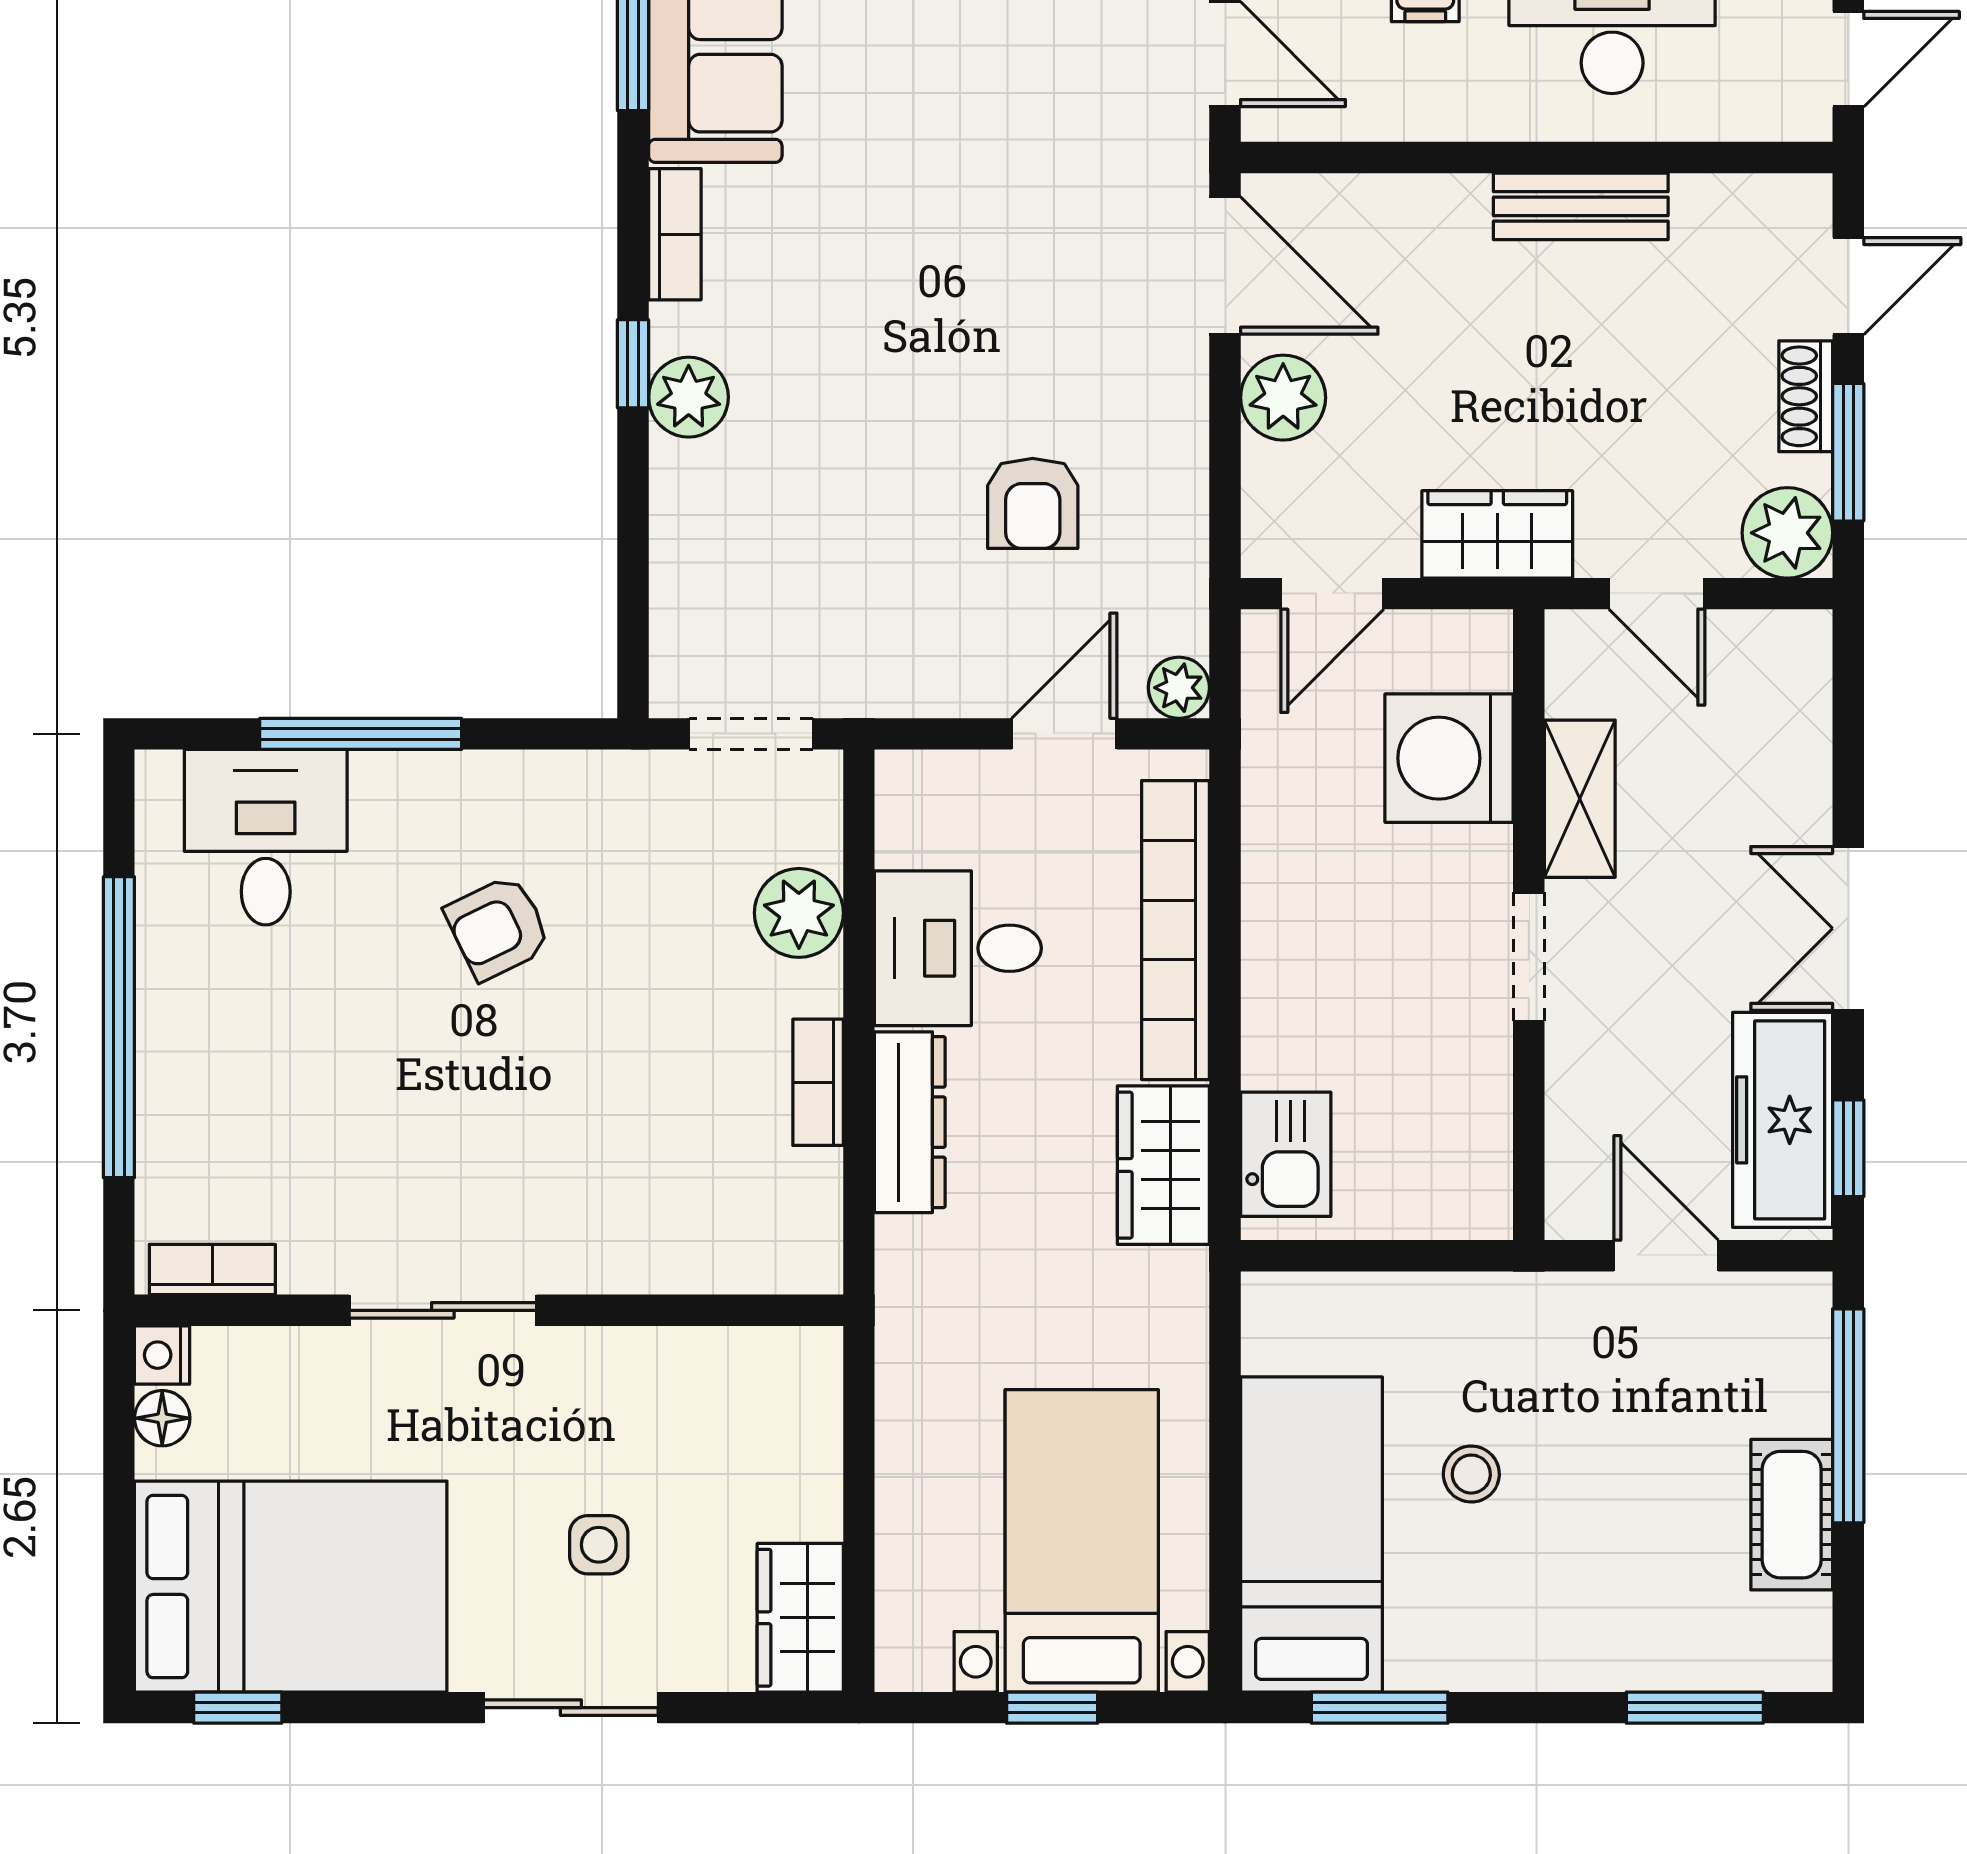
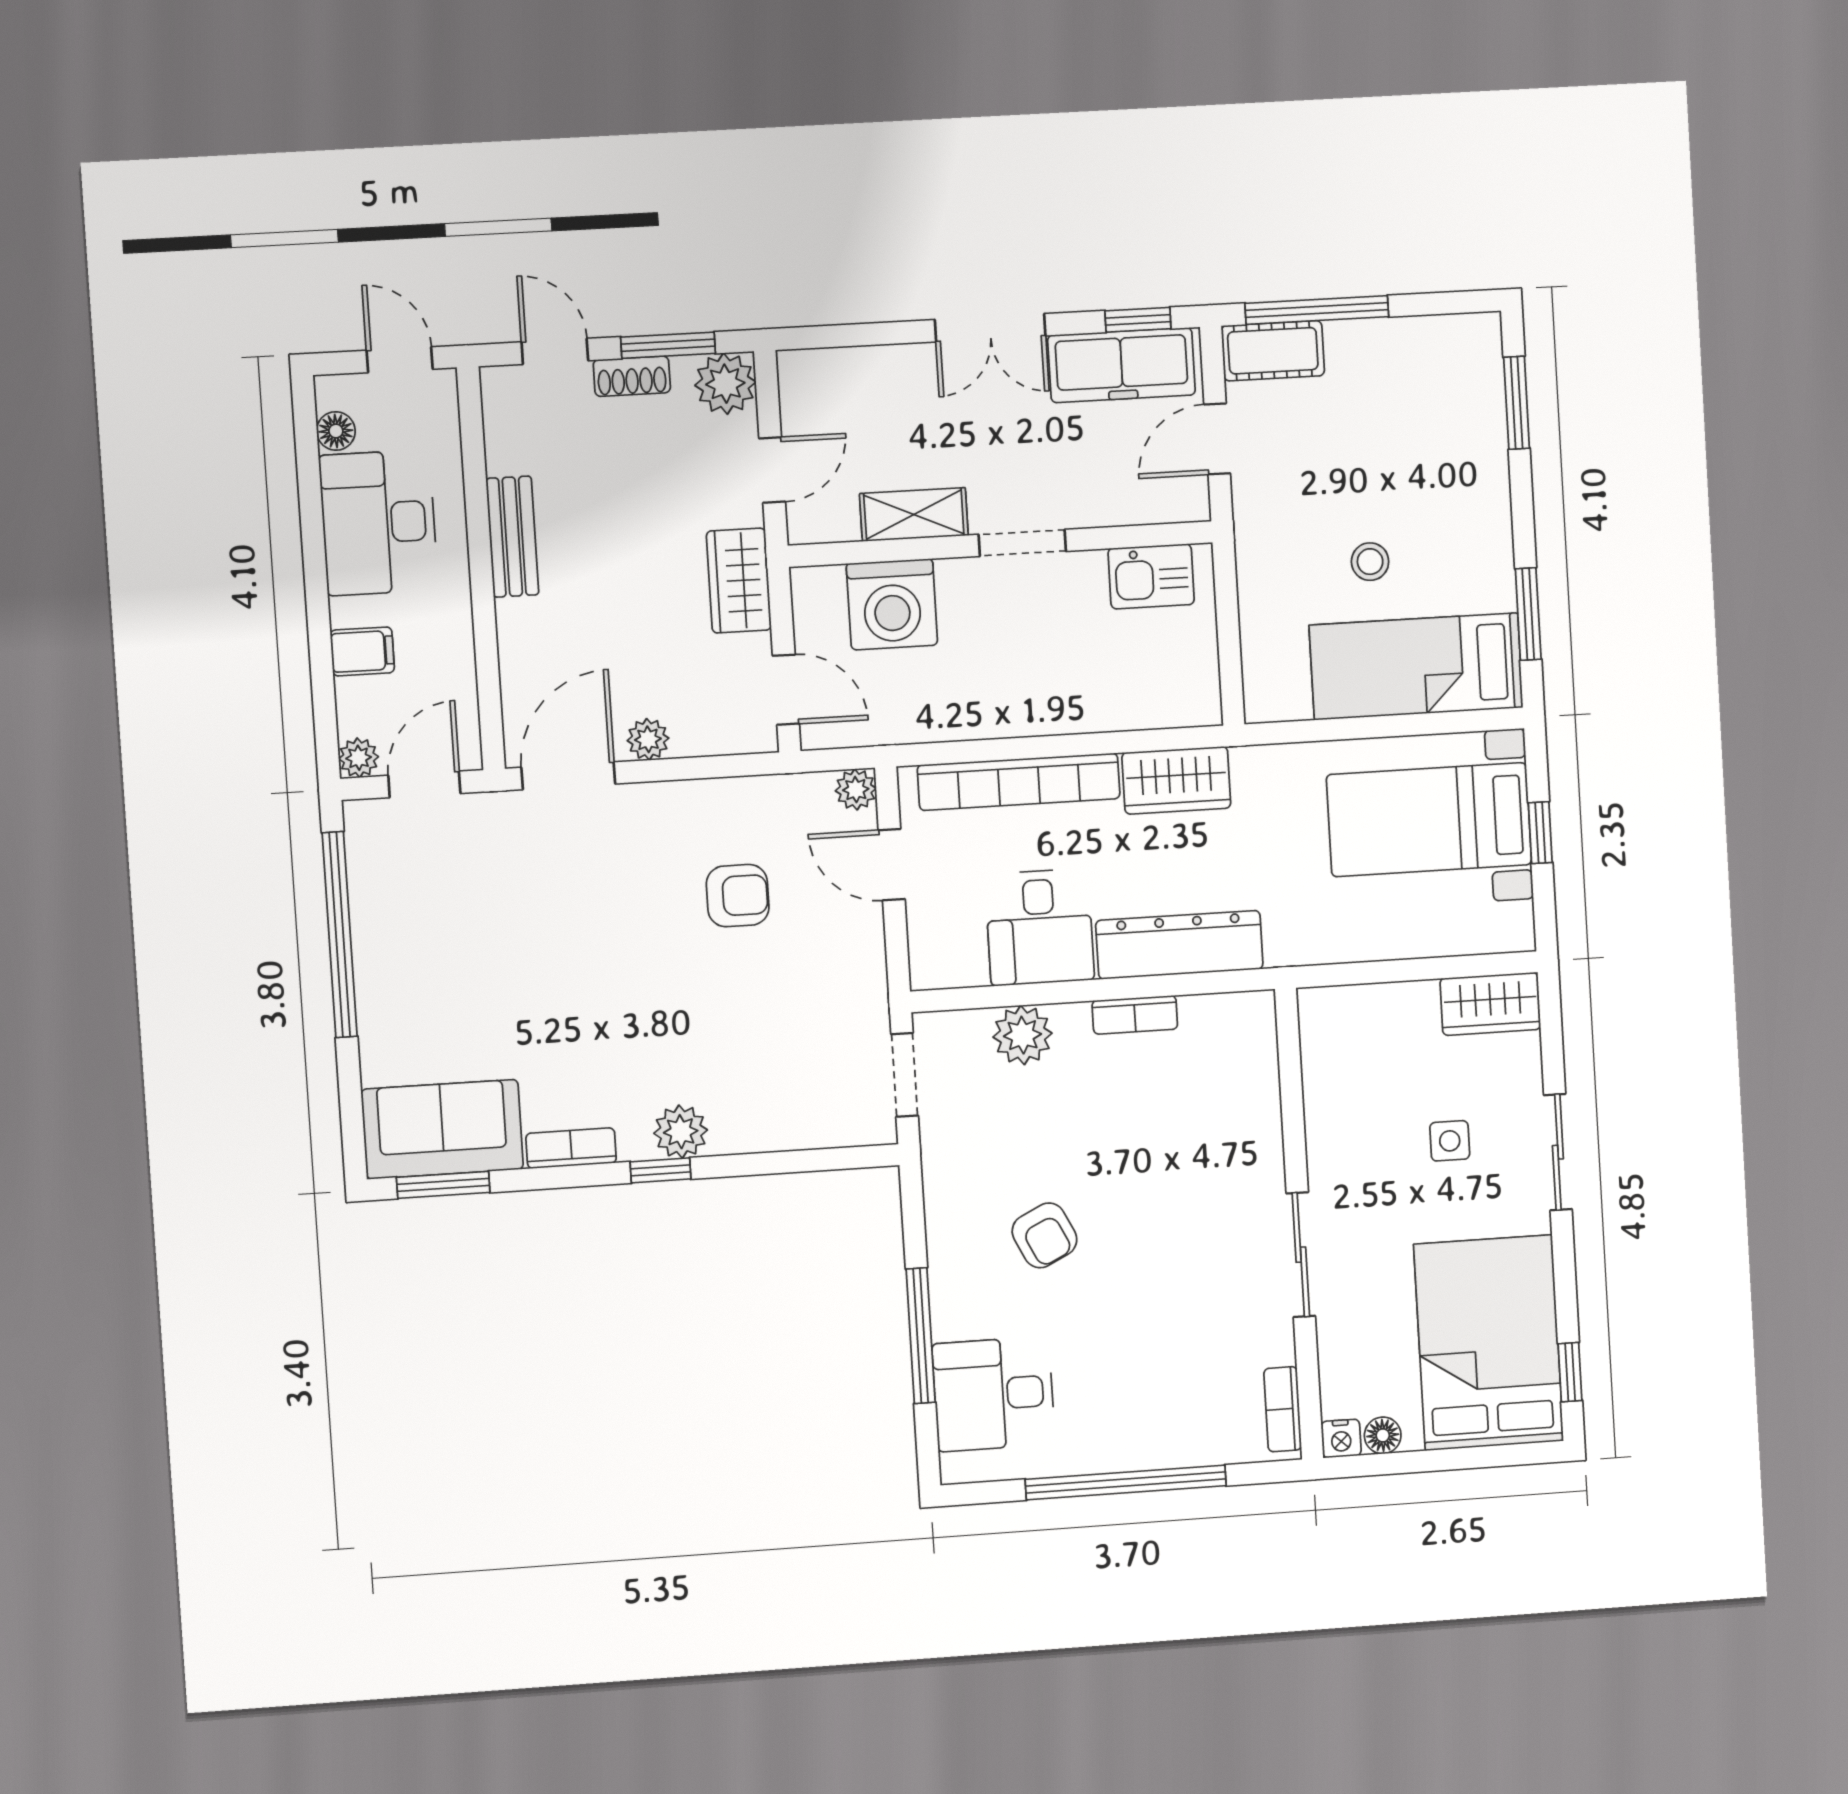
plant: (1283, 398) -> (648, 739), width x0.73, depth x0.73
dresser: (910, 1122) -> (1179, 945), width x1.37, depth x1.24
kitchen sink: (1286, 1154) -> (1151, 576), moved, turned 180
cot: (1792, 1515) -> (1273, 351), moved

